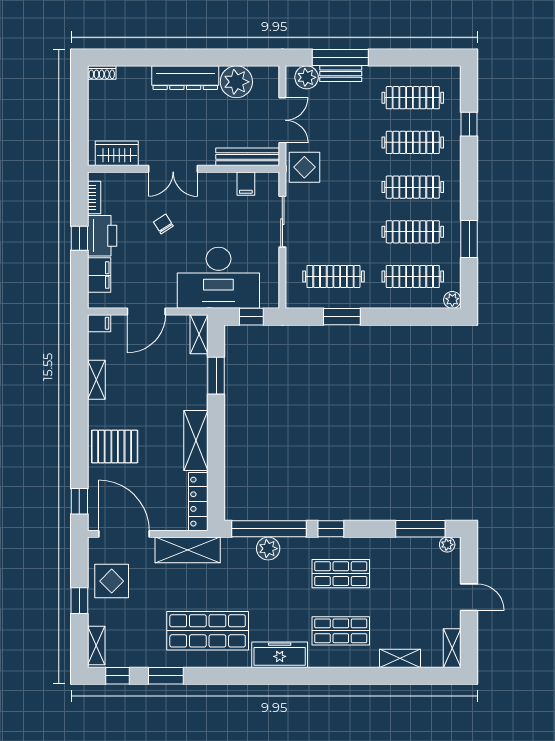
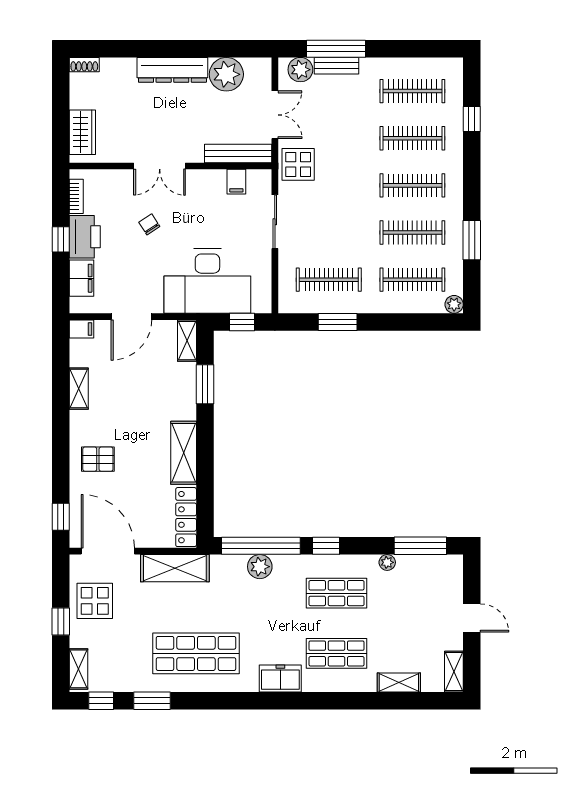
wardrobe: (117, 153) -> (82, 132), moved, turned 90
pallet: (115, 447) -> (98, 459), width x0.67, depth x0.71
plant: (447, 545) -> (387, 562), moved
freezer: (280, 655) -> (280, 679), width x0.71

